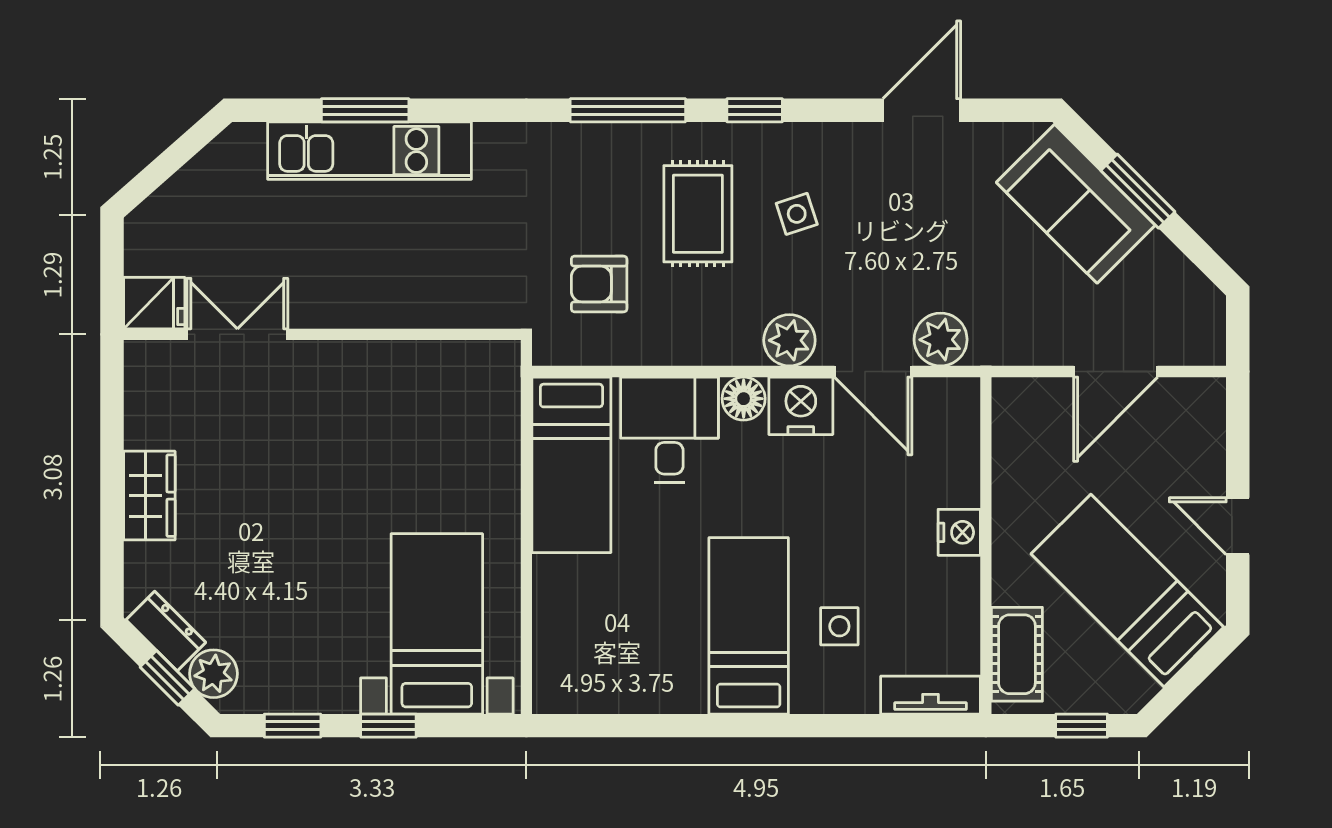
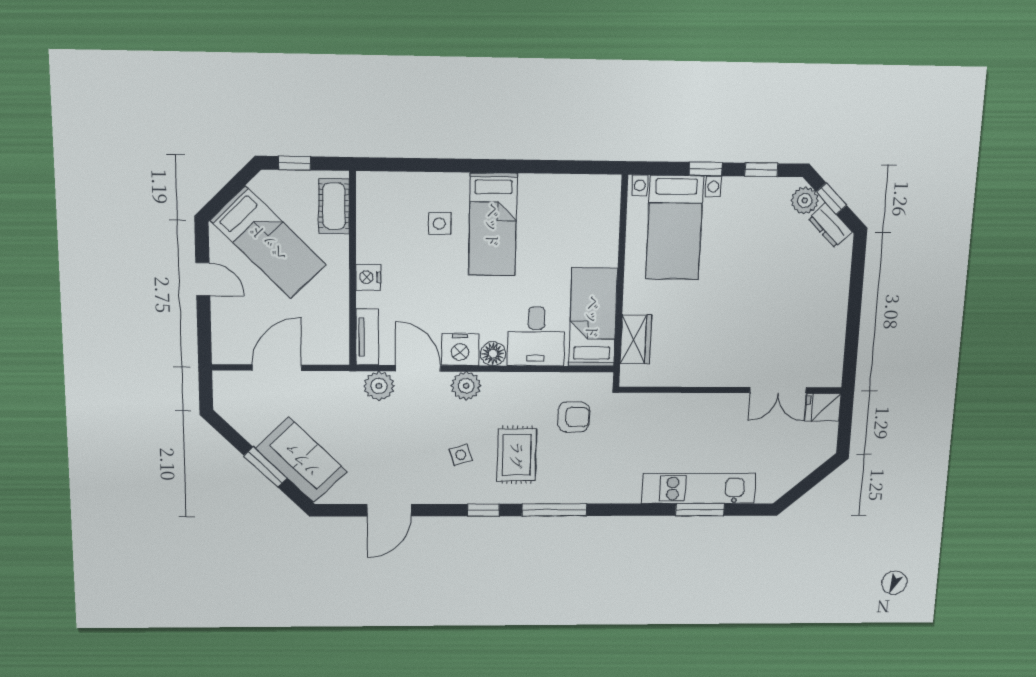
wardrobe: (149, 496) -> (636, 339), moved, turned 180
tv unit: (930, 695) -> (367, 337), moved, turned -90

